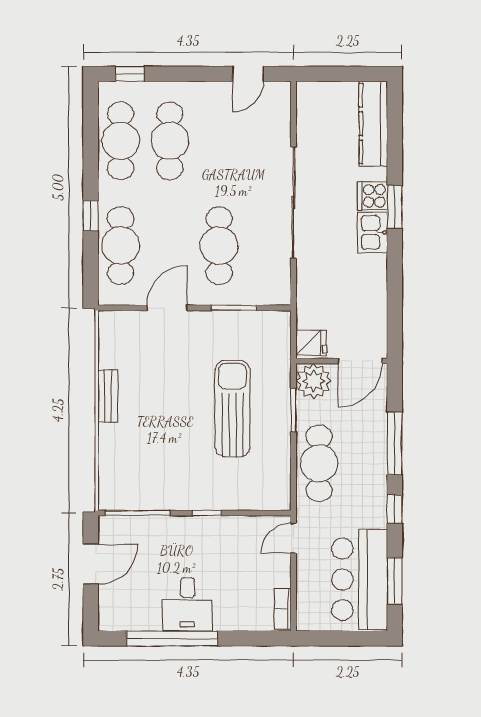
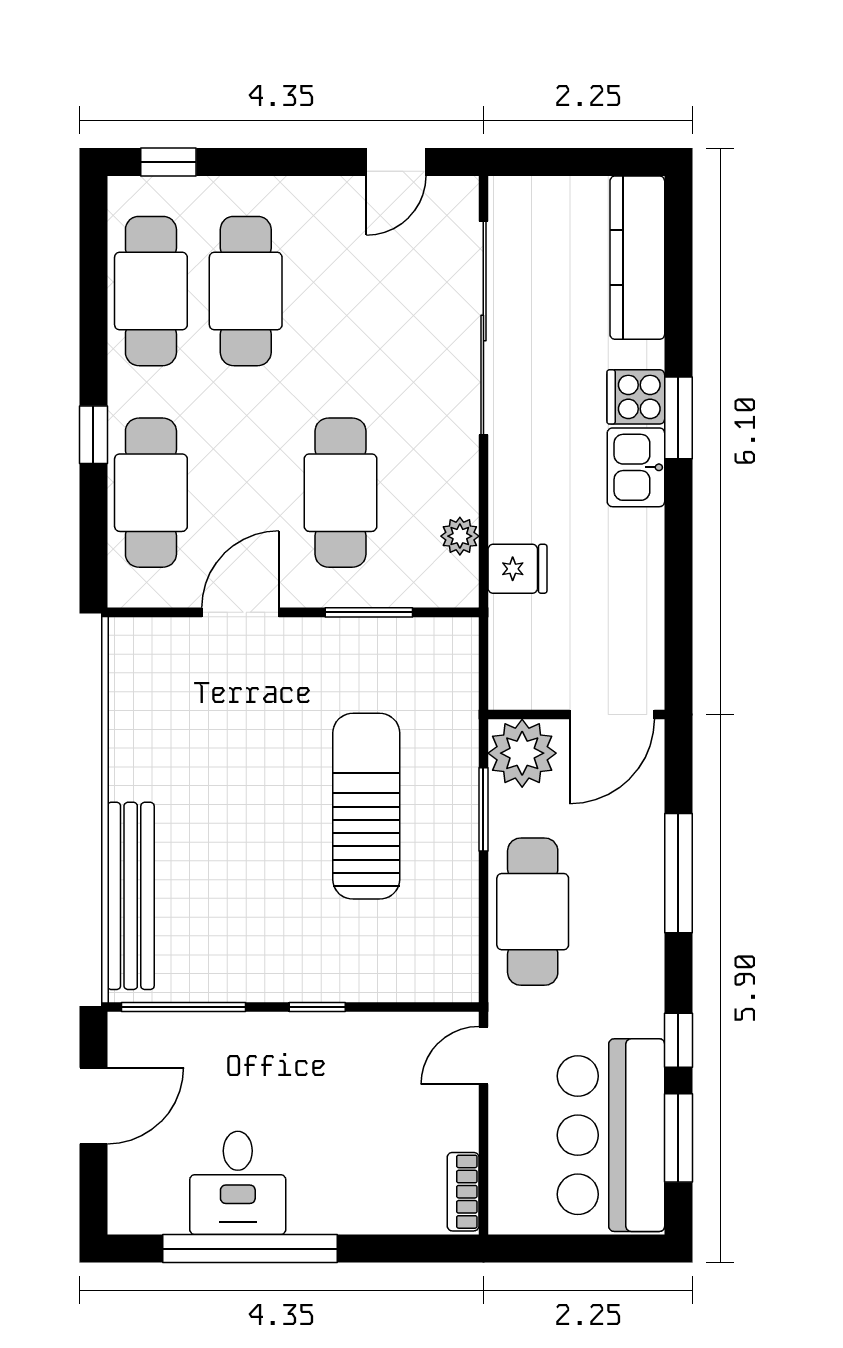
sliding door: (293, 202) -> (483, 328), moved
plant: (281, 268) -> (460, 536), added
fridge: (311, 343) -> (517, 569), moved
bench: (108, 396) -> (131, 896), moved, width x1.86, depth x1.21
window: (395, 509) -> (678, 1040), moved
desk: (187, 604) -> (238, 1183), moved

